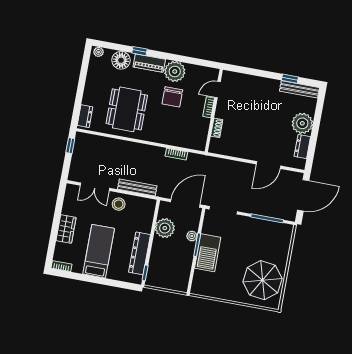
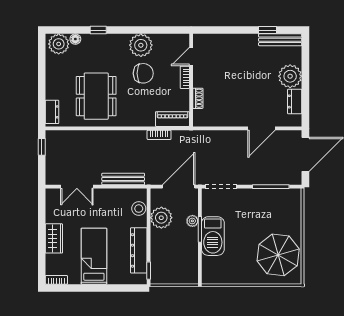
plant: (99, 52) -> (59, 44), width x1.88, depth x1.88
floor lamp: (121, 60) -> (75, 39), width x0.53, depth x0.53
piano: (149, 63) -> (172, 119), moved, turned 180
chair: (172, 97) -> (143, 73), turned -90
stool: (119, 204) -> (139, 209), moved

